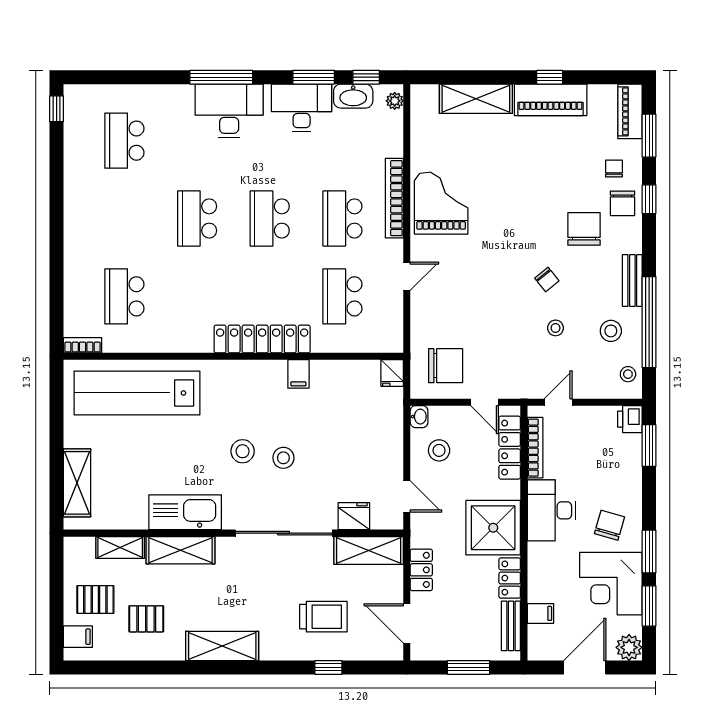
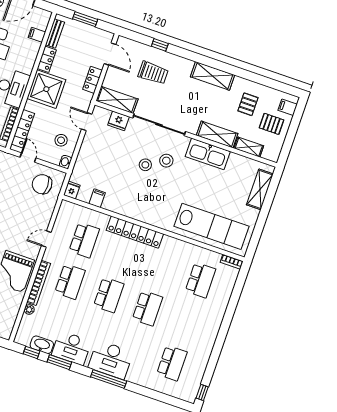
plant: (395, 101) -> (29, 309), moved
filing cabinet: (298, 374) -> (97, 198), moved
stool: (243, 451) -> (166, 161), moved
trolley: (323, 617) -> (153, 73), turned 180
pallet: (146, 619) -> (248, 104), turned 90

